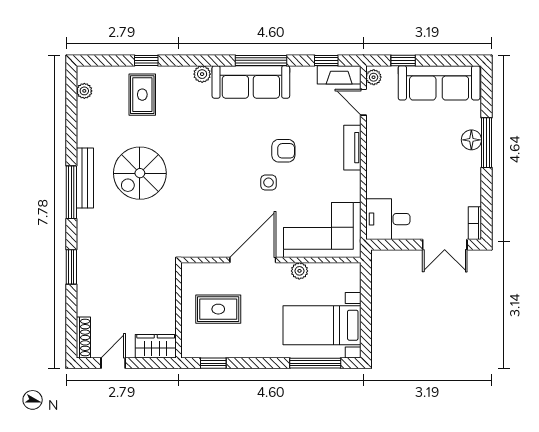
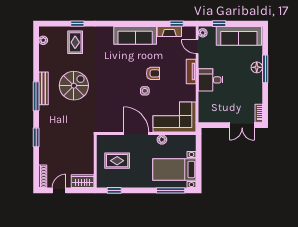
window: (261, 60) -> (141, 24), removed
plant: (202, 74) -> (108, 31), removed
fireplace: (339, 75) -> (169, 31), moved
spiral stairs: (140, 173) -> (74, 86), turned 180
desk: (388, 219) -> (211, 80), moved
door: (253, 260) -> (136, 134), hinge flipped

